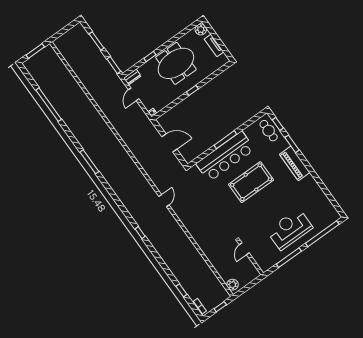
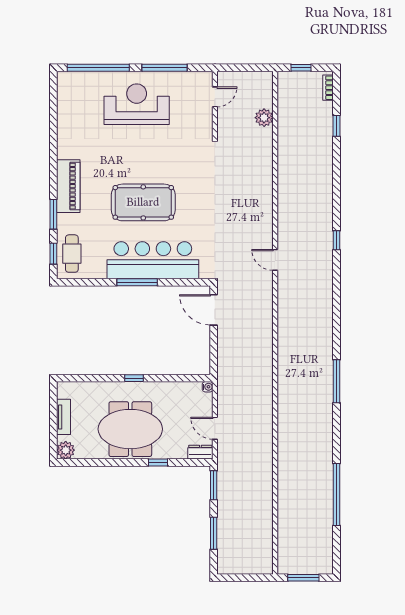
door: (134, 94) -> (215, 428), swing flipped
door: (169, 143) -> (214, 310), moved
door: (164, 201) -> (275, 260), hinge flipped
reception desk: (290, 229) -> (137, 104), turned 180
door: (244, 249) -> (215, 97), moved
plant: (233, 285) -> (264, 118), moved

